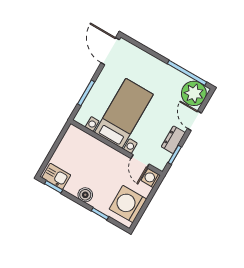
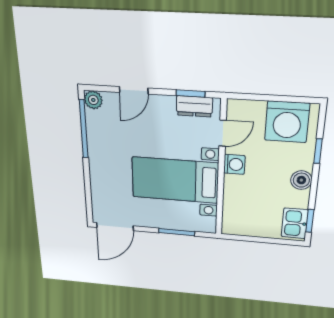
plant: (194, 93) -> (93, 100), width x0.53, depth x0.53
dresser: (173, 140) -> (194, 106), moved
washing machine: (151, 178) -> (234, 164), moved, turned -90

